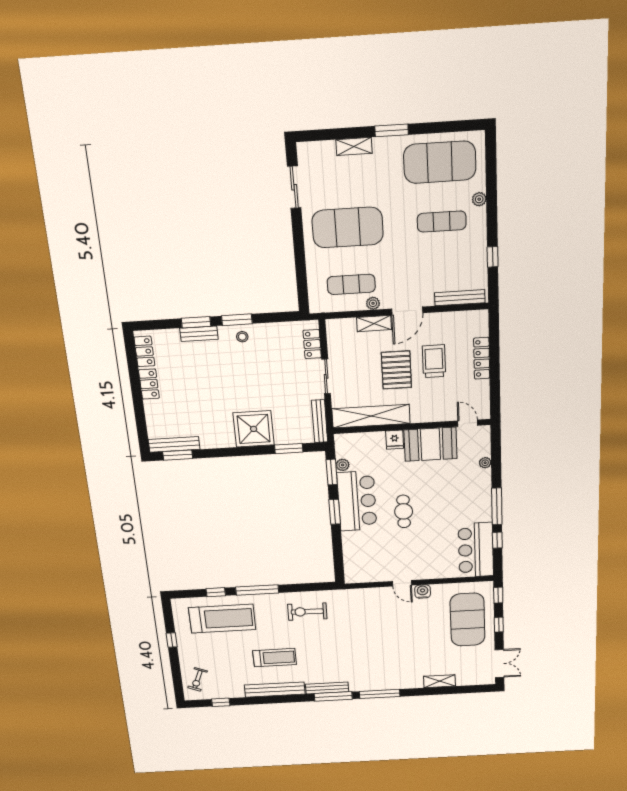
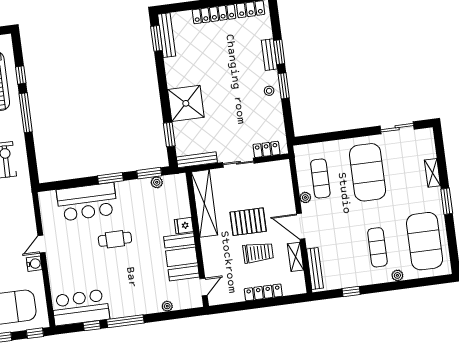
shelving: (374, 323) -> (295, 257), moved
locker: (149, 384) -> (214, 14), width x1.53
bar counter: (357, 501) -> (87, 202), moved

